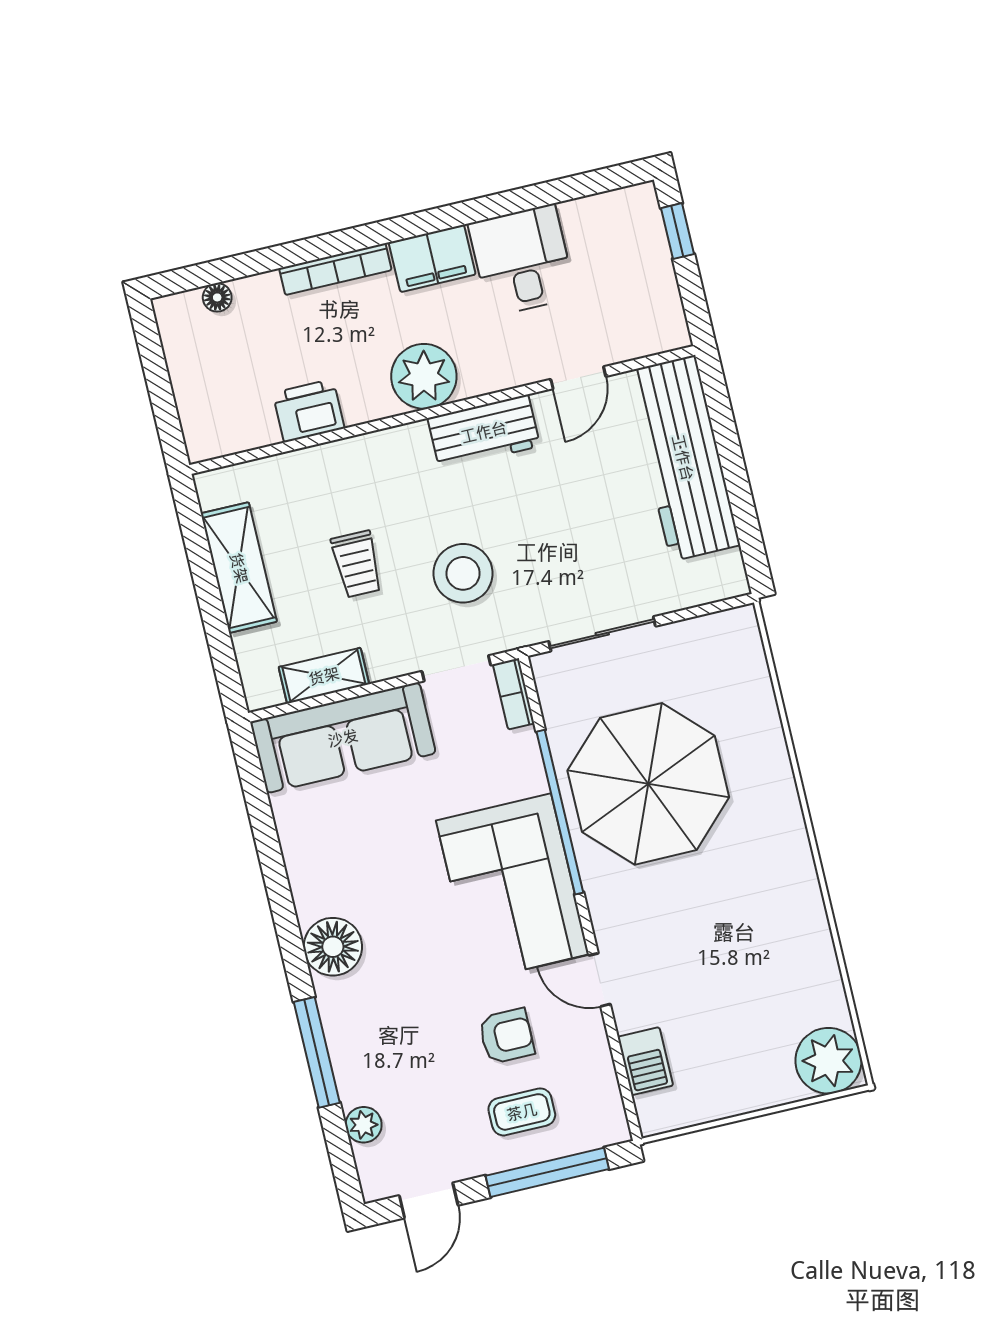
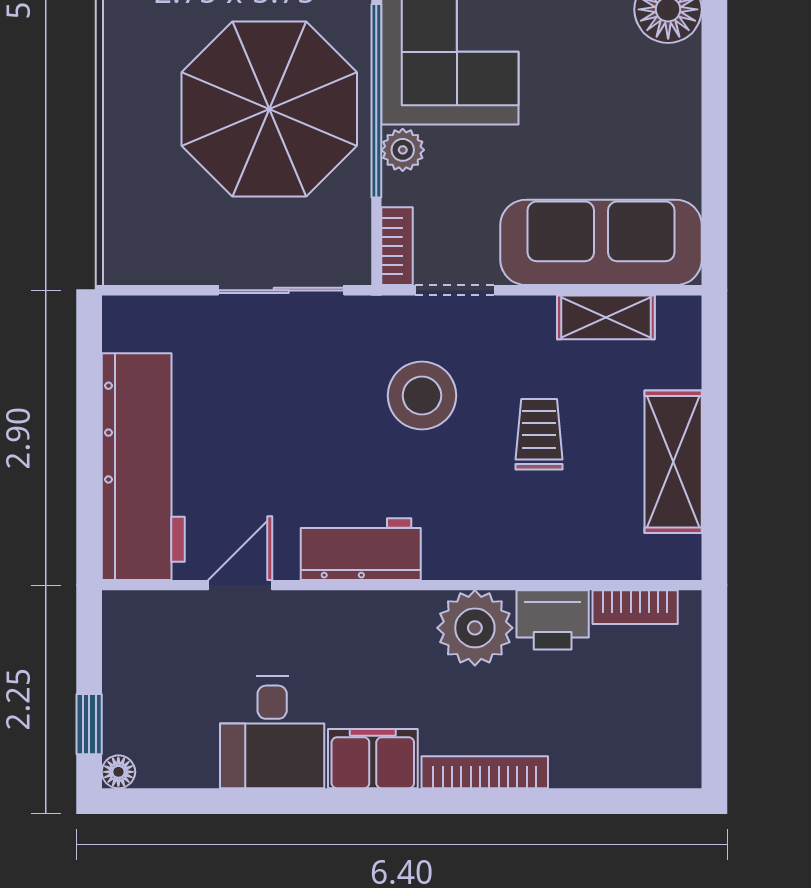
floor lamp: (217, 297) -> (118, 772), moved
plant: (424, 376) -> (475, 628), moved
bookcase: (242, 438) -> (635, 607), added
plant: (528, 776) -> (403, 150), added

